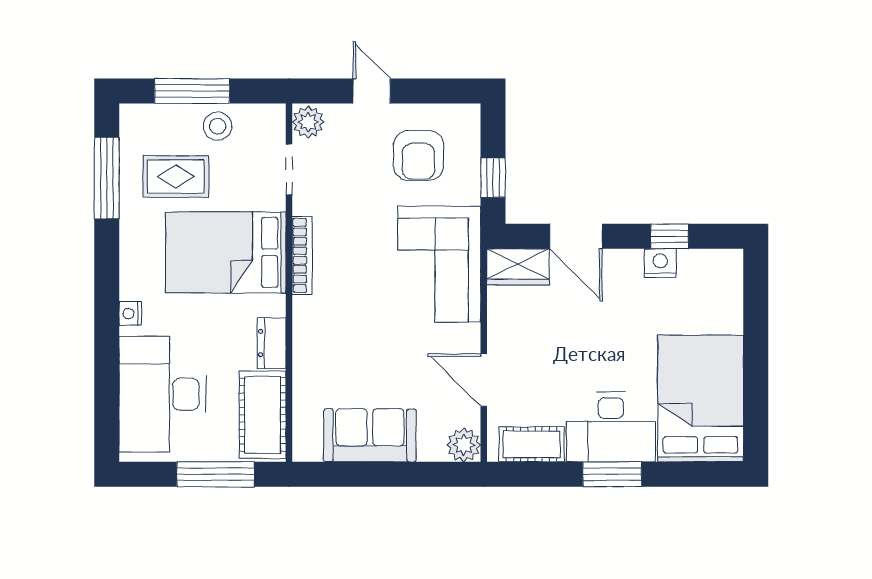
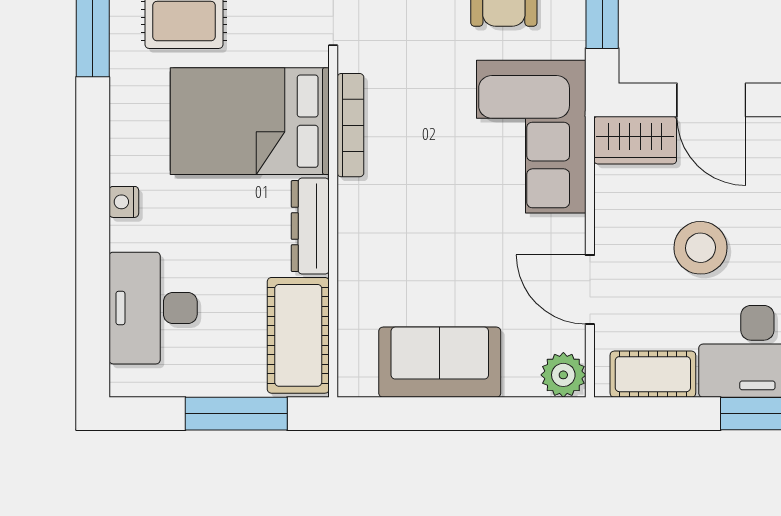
dresser: (272, 343) -> (310, 226), width x1.44
stool: (568, 348) -> (700, 248), added
desk: (162, 394) -> (153, 308), width x0.73, depth x0.77

